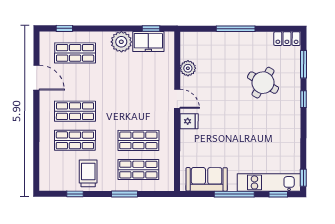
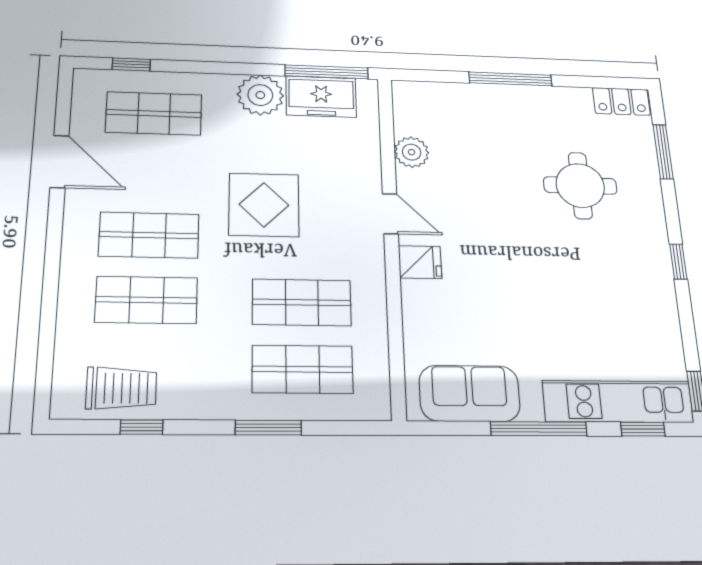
window: (151, 29) -> (327, 72), width x2.17
round table: (263, 83) -> (580, 186), turned -30
display table: (123, 96) -> (264, 205), added
window: (303, 99) -> (678, 261), moved
trolley: (88, 173) -> (121, 388), moved, turned 90

